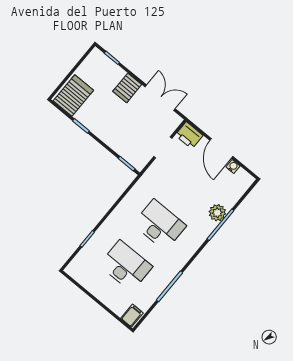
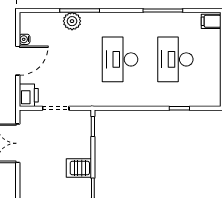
server rack: (127, 88) -> (79, 168), moved, turned 180

